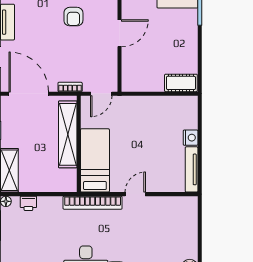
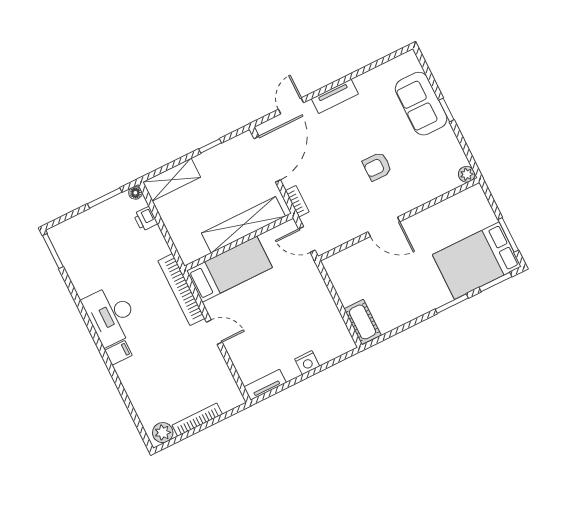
tv unit: (192, 169) -> (265, 385), width x0.71
bookcase: (193, 238) -> (197, 420), added

